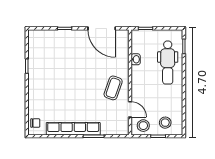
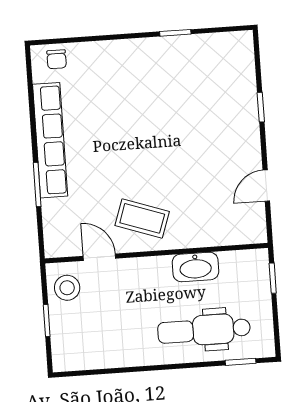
door: (102, 28) -> (266, 186), width x0.53
washbasin: (136, 59) -> (195, 267), width x1.91, depth x1.45
door: (130, 109) -> (99, 257), swing flipped
stool: (165, 123) -> (77, 334), removed

